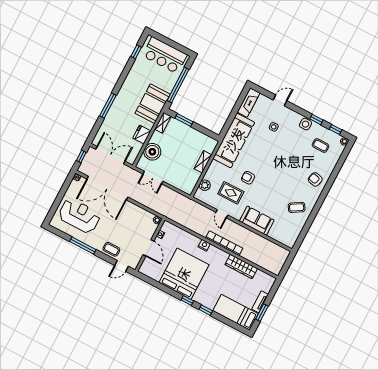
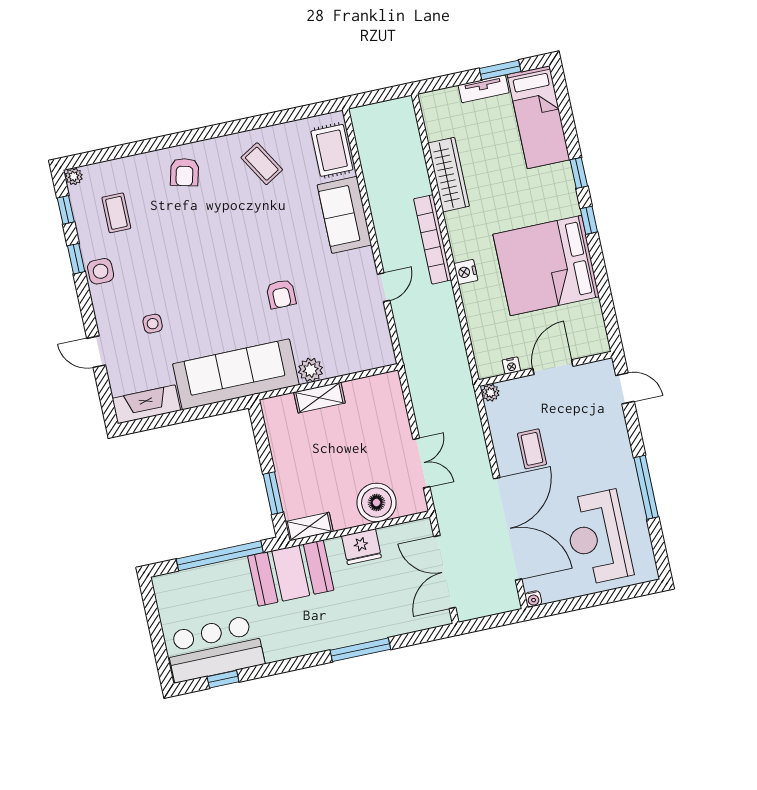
bar counter: (165, 55) -> (215, 649), moved, turned -90
window: (81, 156) -> (490, 622), removed
plant: (205, 185) -> (311, 370), moved
rug: (231, 193) -> (332, 150), moved
coffee table: (111, 249) -> (532, 449), moved

